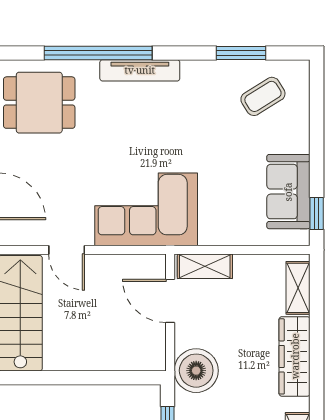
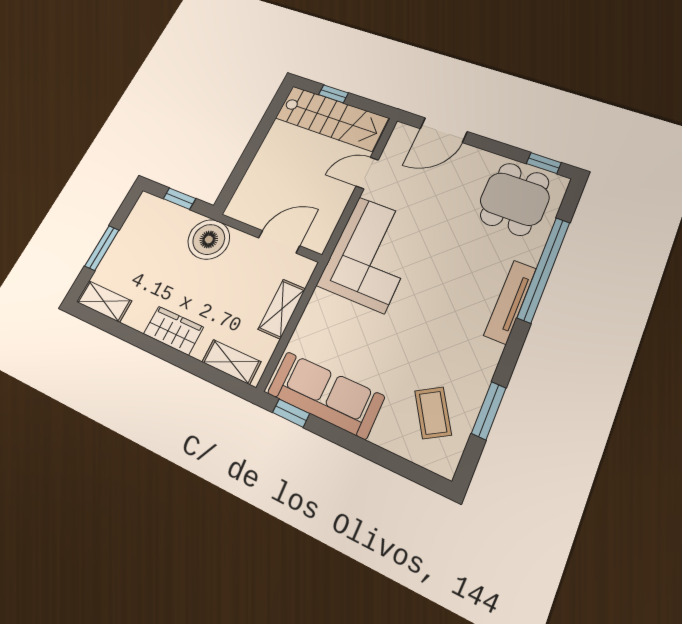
sofa: (288, 192) -> (326, 395), width x1.36
shelving: (205, 266) -> (282, 309), moved
wardrobe: (295, 356) -> (173, 331), width x0.67

